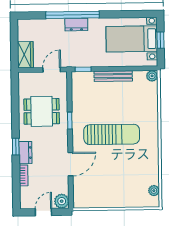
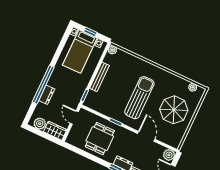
dresser: (76, 25) -> (47, 95), moved
plant: (25, 33) -> (40, 124), added
parasol: (117, 181) -> (174, 110), added

